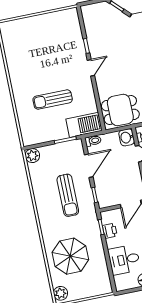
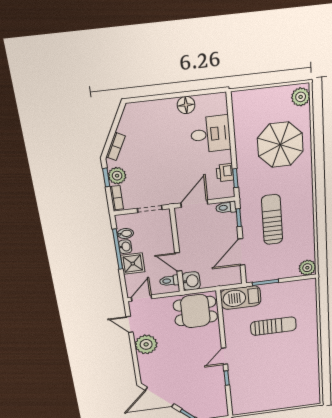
toilet: (93, 141) -> (226, 207), moved

